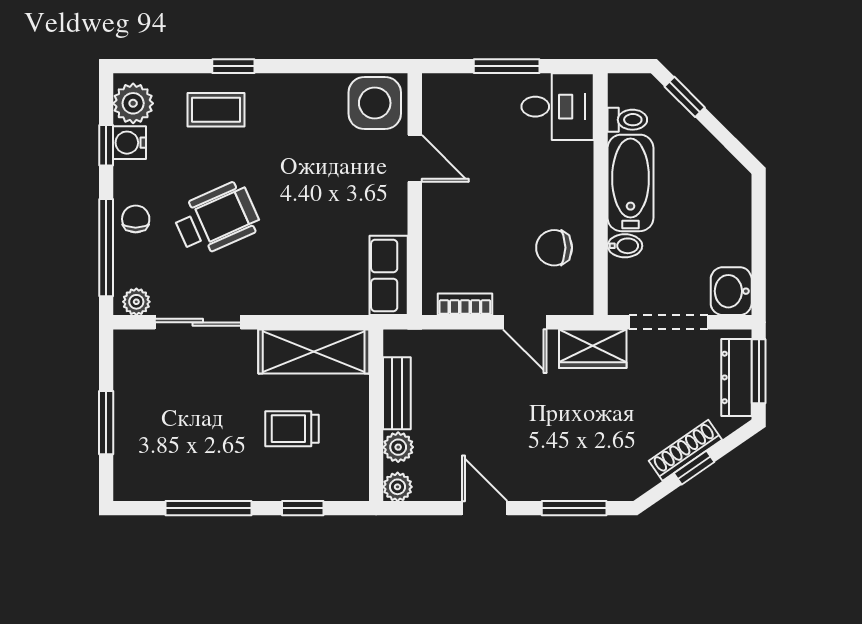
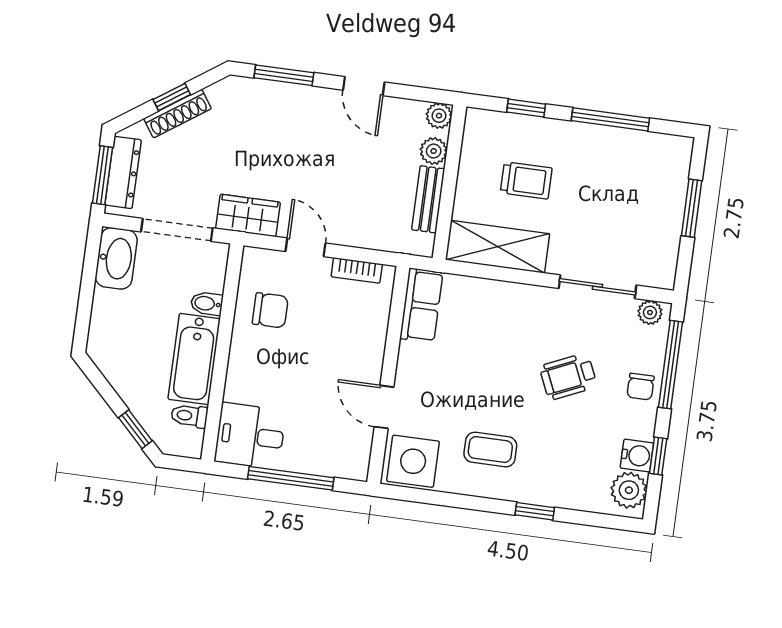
window: (507, 66) -> (291, 478), width x1.44
coffee table: (216, 110) -> (490, 450), moved
wheelchair: (217, 219) -> (568, 377), width x0.73, depth x0.73
washbasin: (731, 291) -> (116, 258), width x1.38

